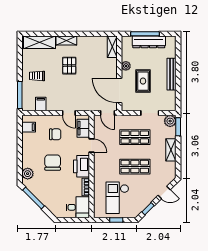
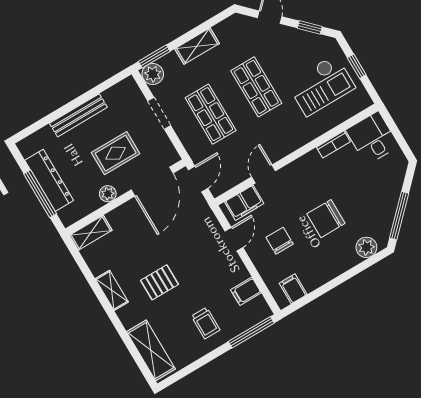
shelving: (66, 41) -> (112, 290), moved
printer: (81, 166) -> (305, 170), removed

